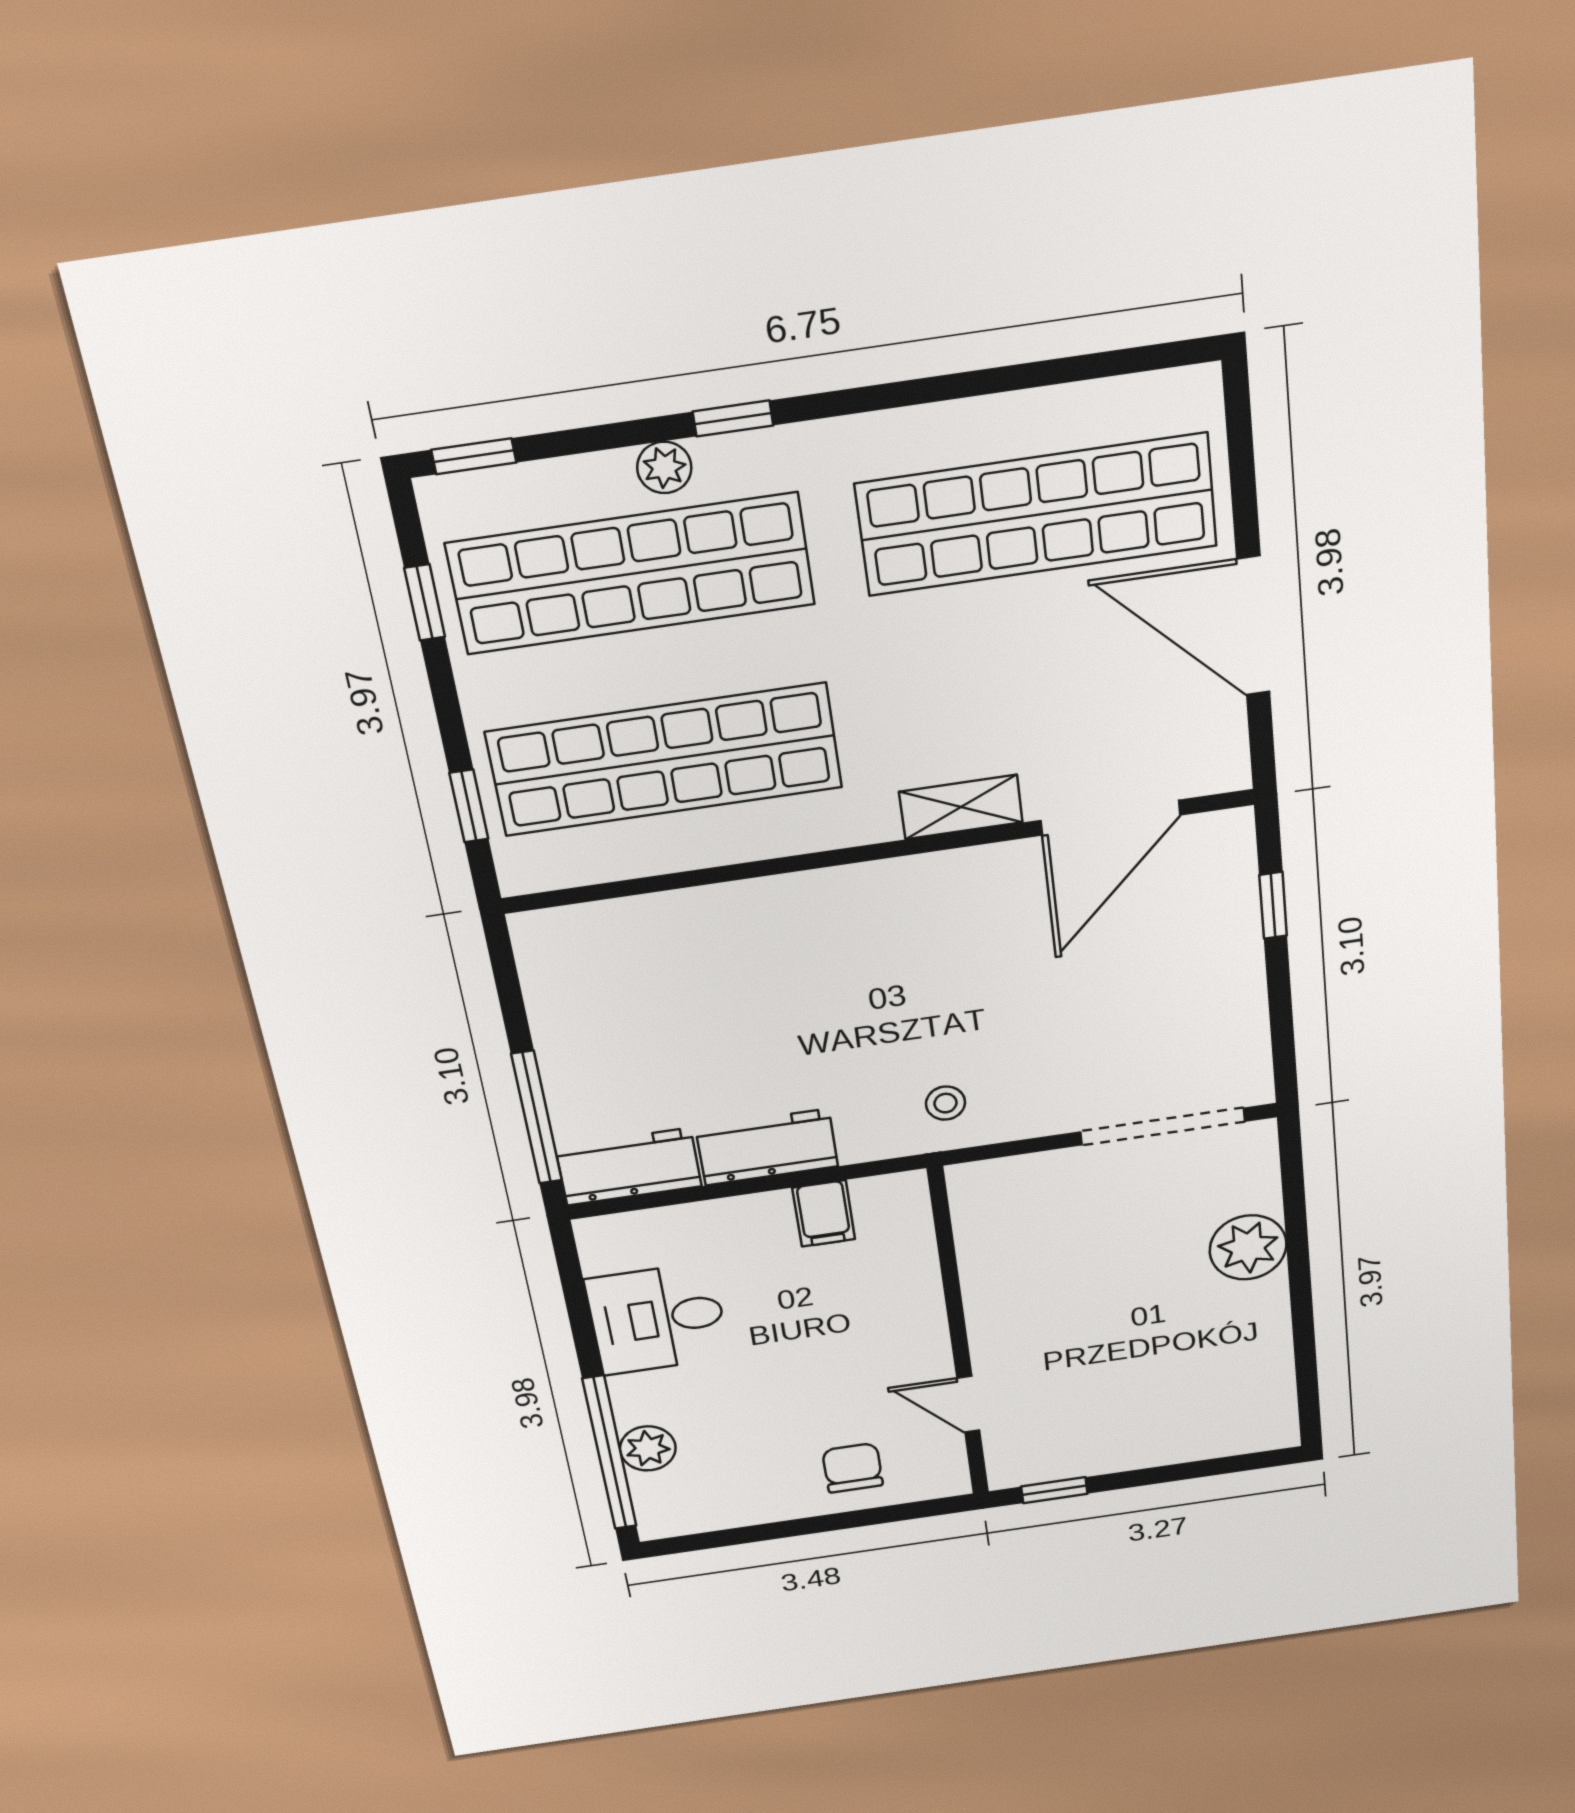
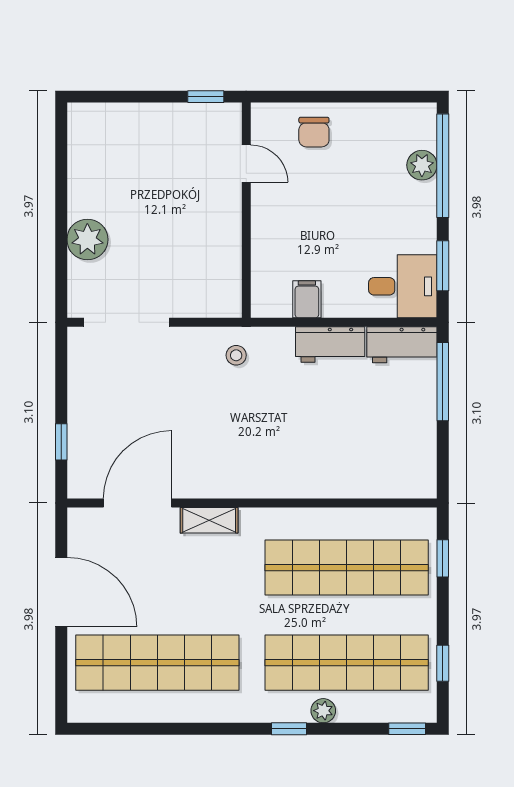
window: (577, 1303) -> (443, 266), added
desk: (657, 1319) -> (403, 286), moved

